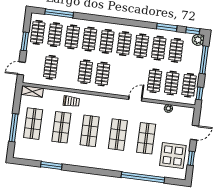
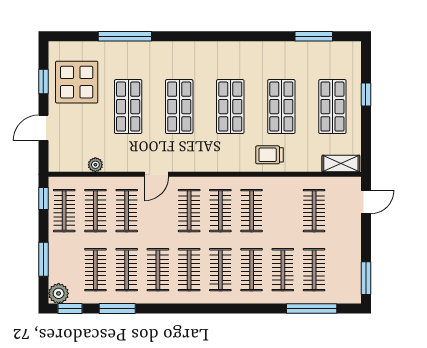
clothes rail: (38, 32) -> (189, 211), moved
window: (25, 41) -> (366, 278), moved
window: (204, 60) -> (43, 259), width x0.69
window: (14, 128) -> (366, 95), width x0.46
window: (51, 166) -> (314, 36), moved
window: (143, 177) -> (125, 36), width x0.68

